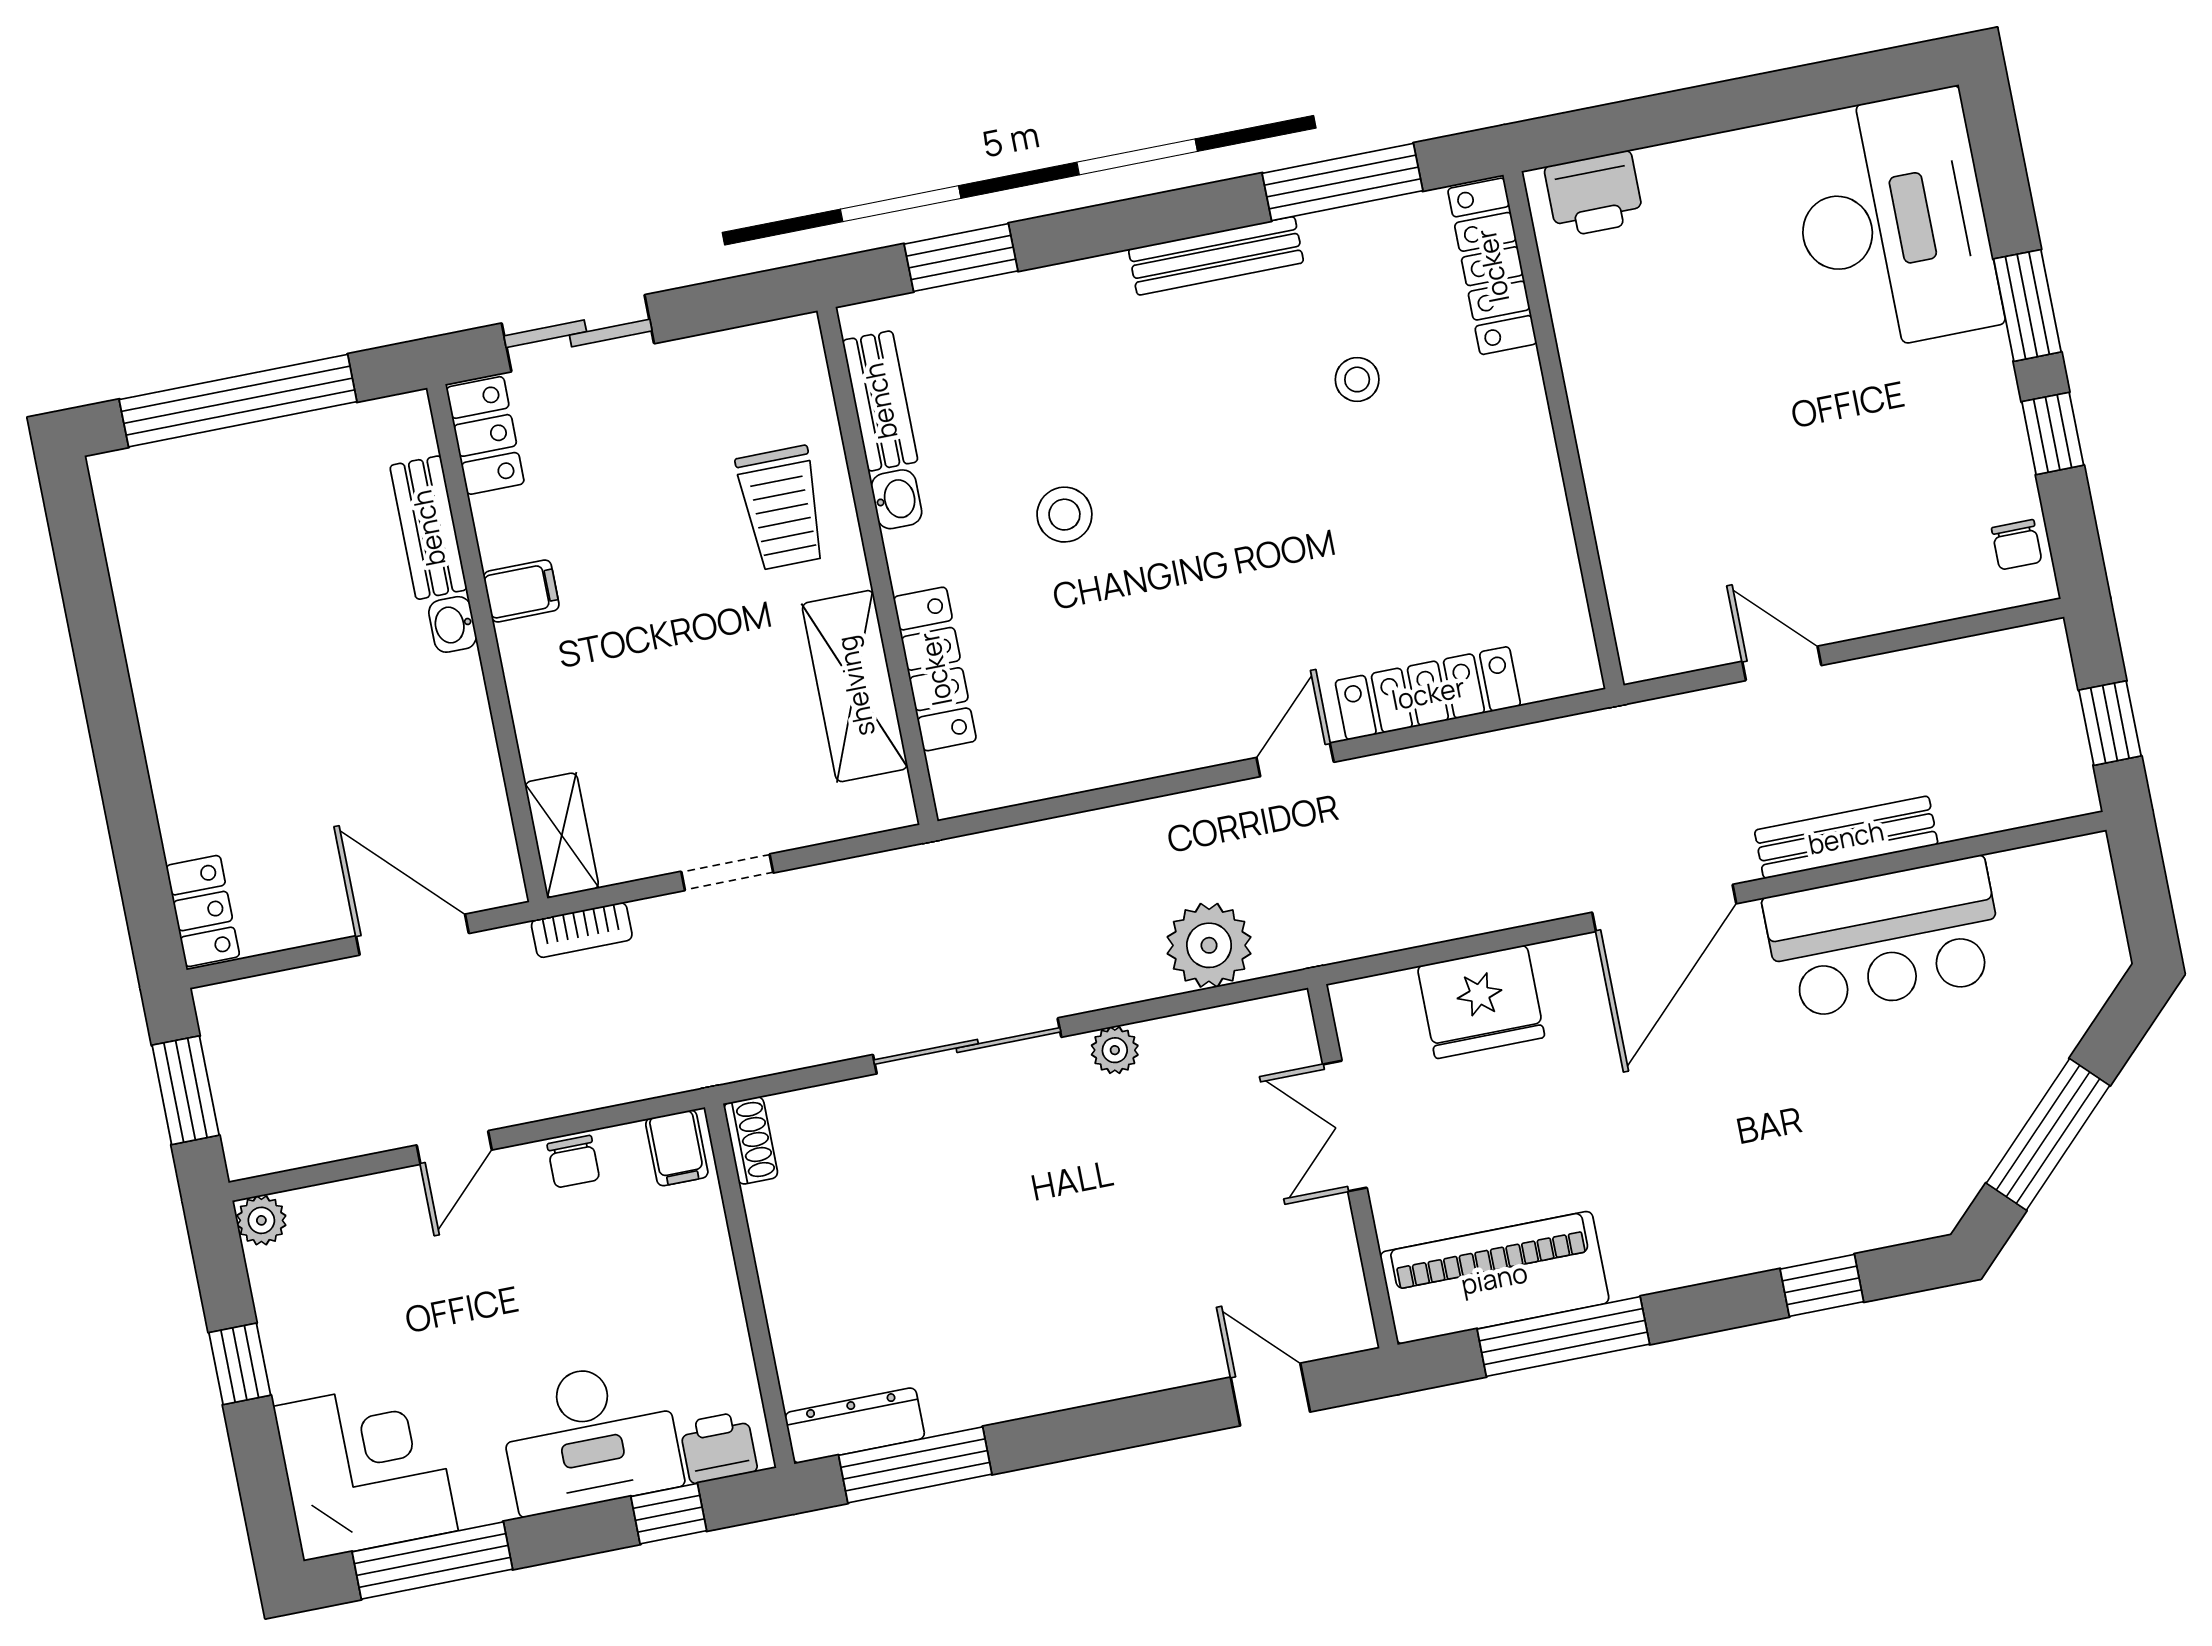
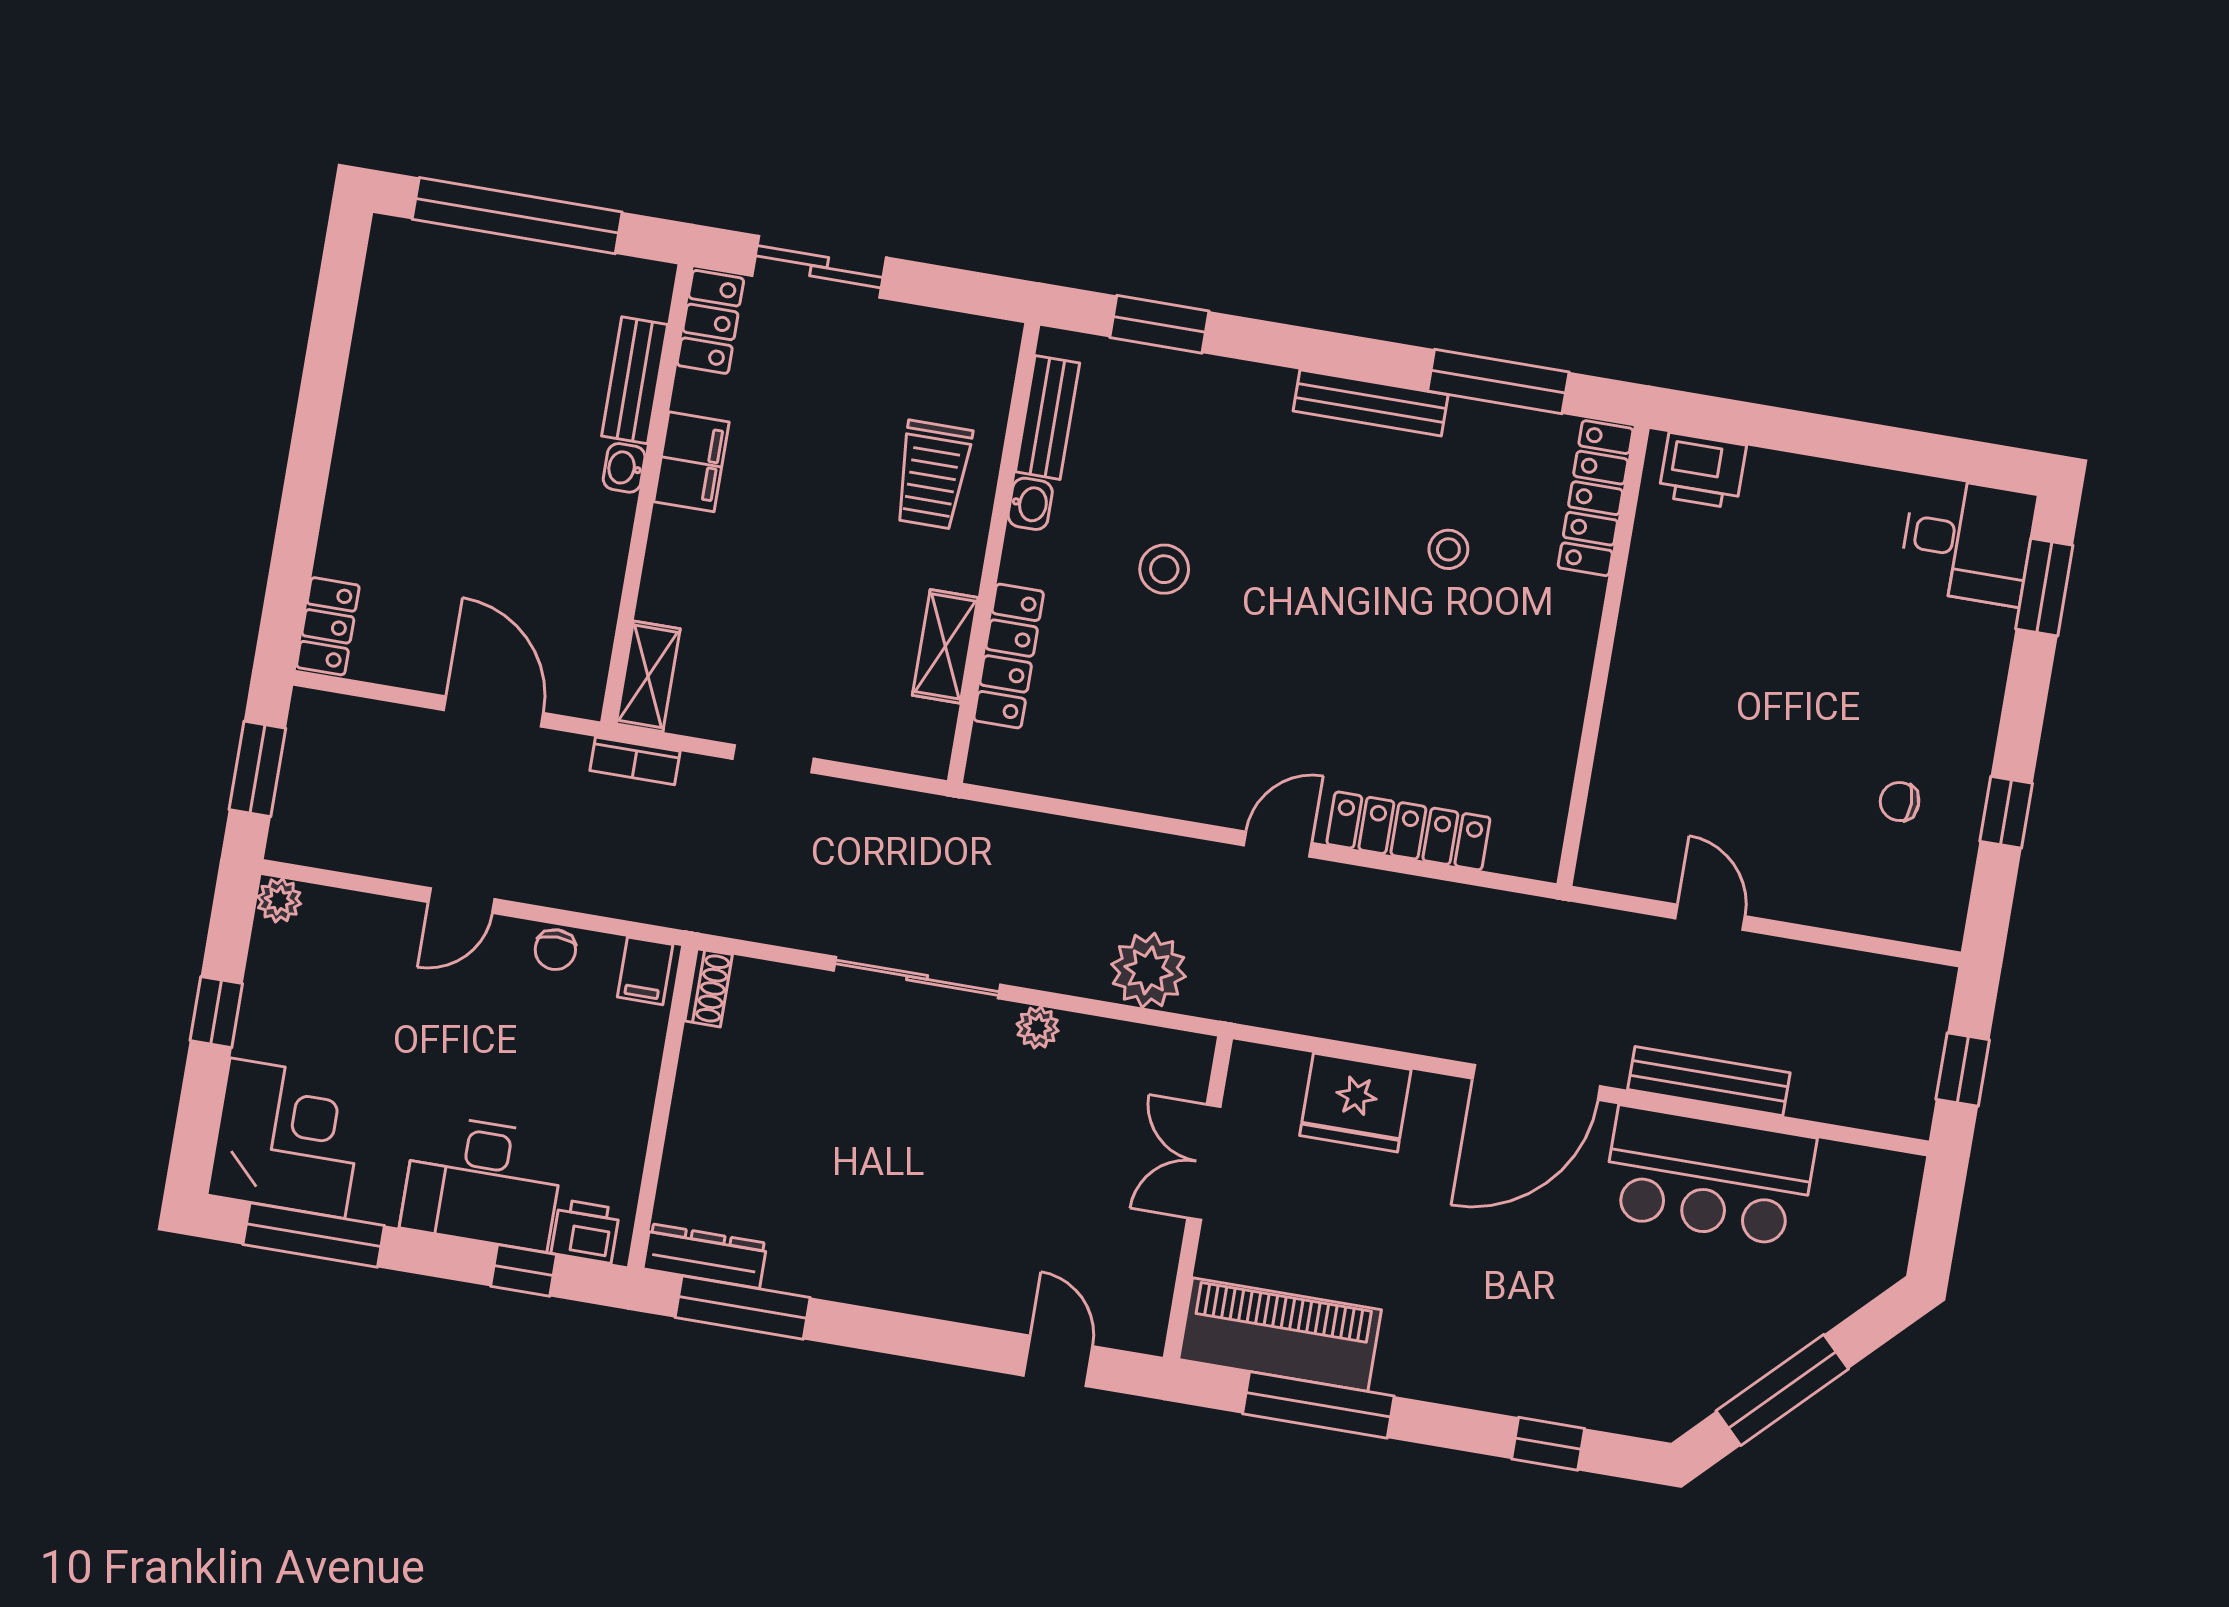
desk: (1893, 222) -> (1968, 541), width x0.53, depth x0.77
window: (2027, 305) -> (2044, 587), moved
chair: (2017, 545) -> (1900, 802), moved, turned 90
filing cabinet: (521, 591) -> (691, 462), width x2.00
shelving: (855, 686) -> (945, 646), width x0.67, depth x0.75

